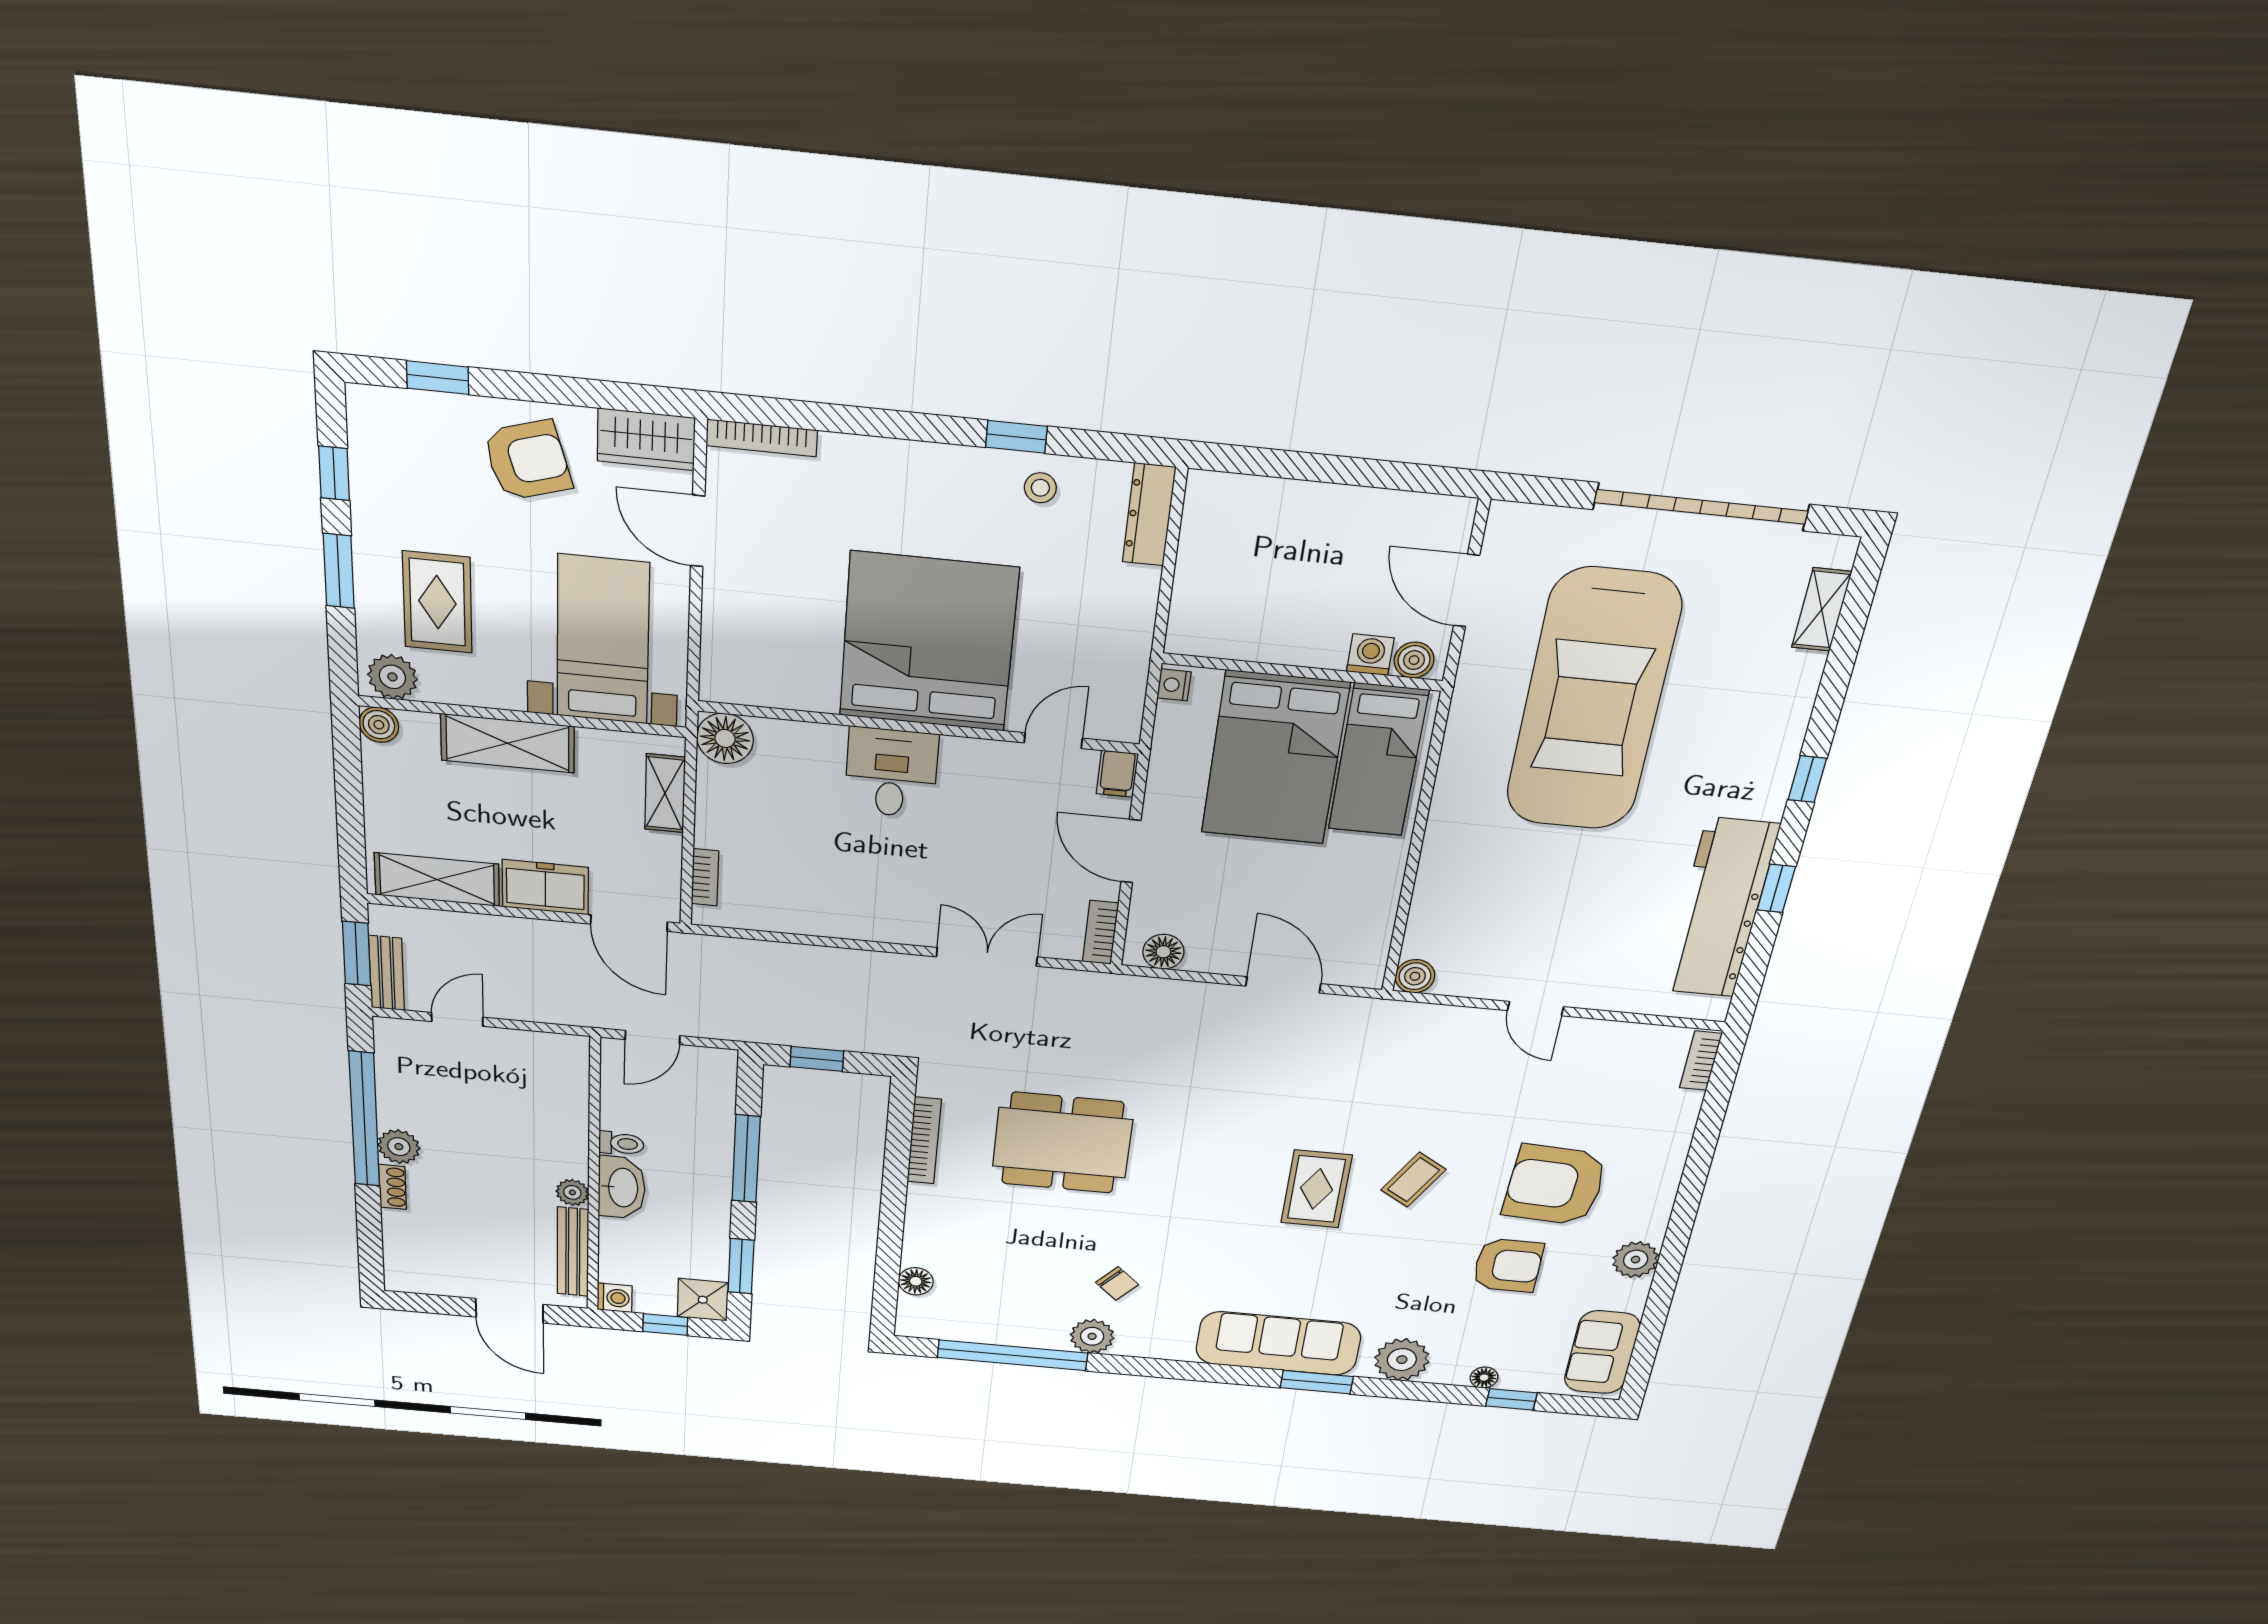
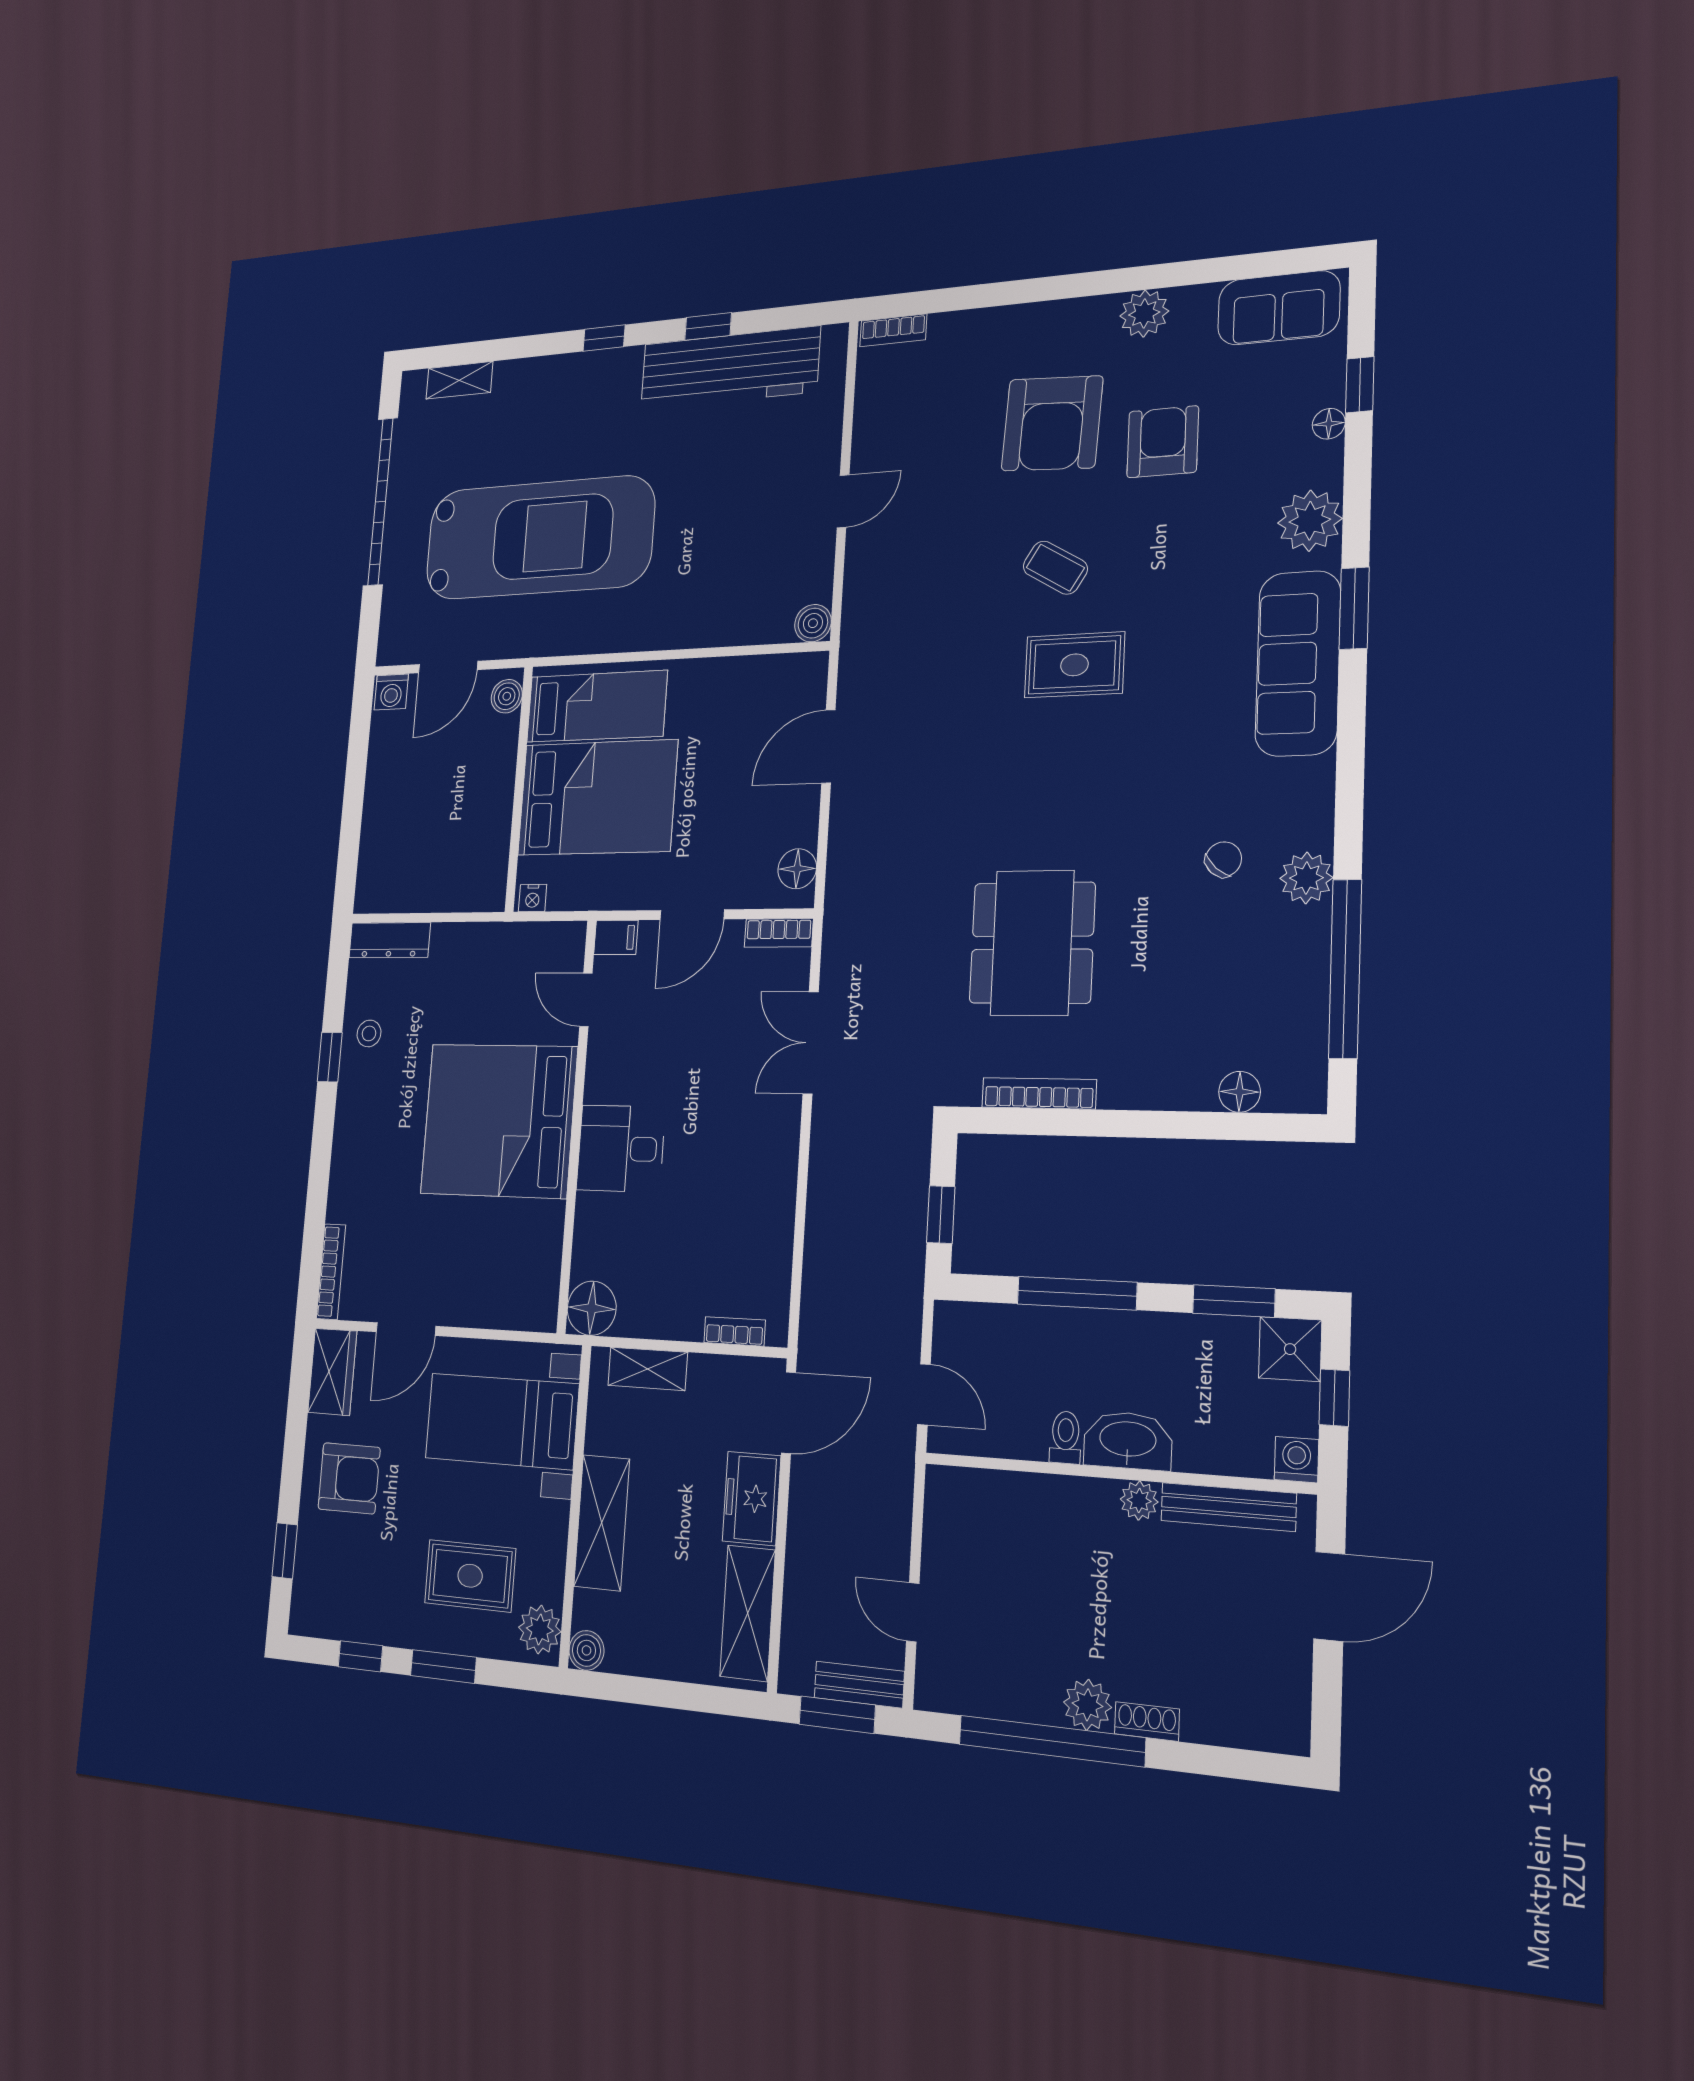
armchair: (527, 460) -> (349, 1478), turned 107
washing machine: (1370, 655) -> (391, 692), moved, turned -90

